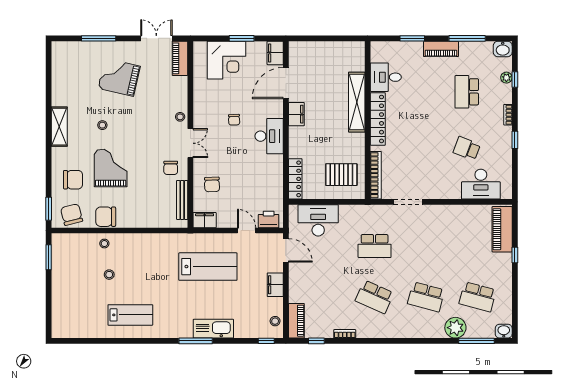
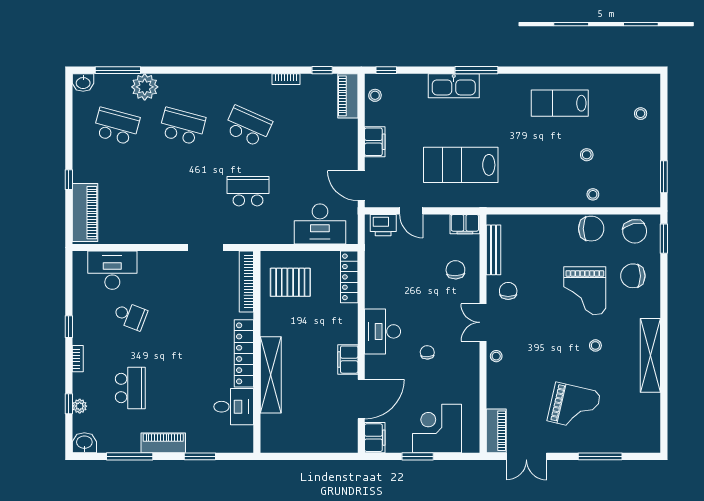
shelving: (59, 127) -> (650, 355), width x1.47
stool: (67, 307) -> (641, 114), added

